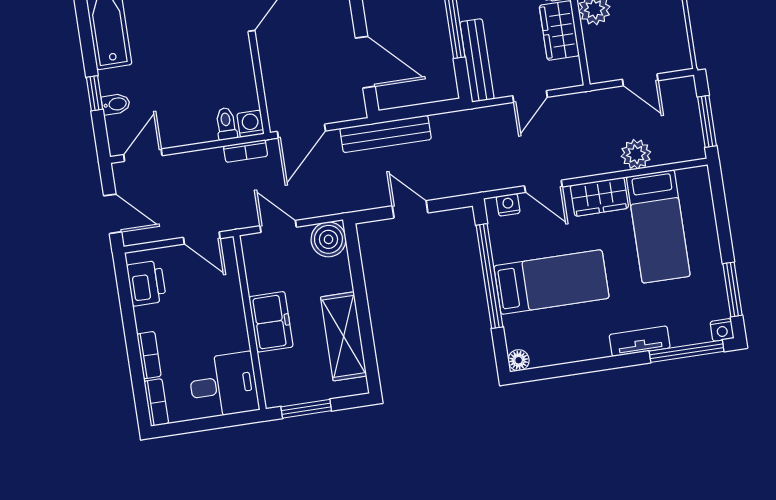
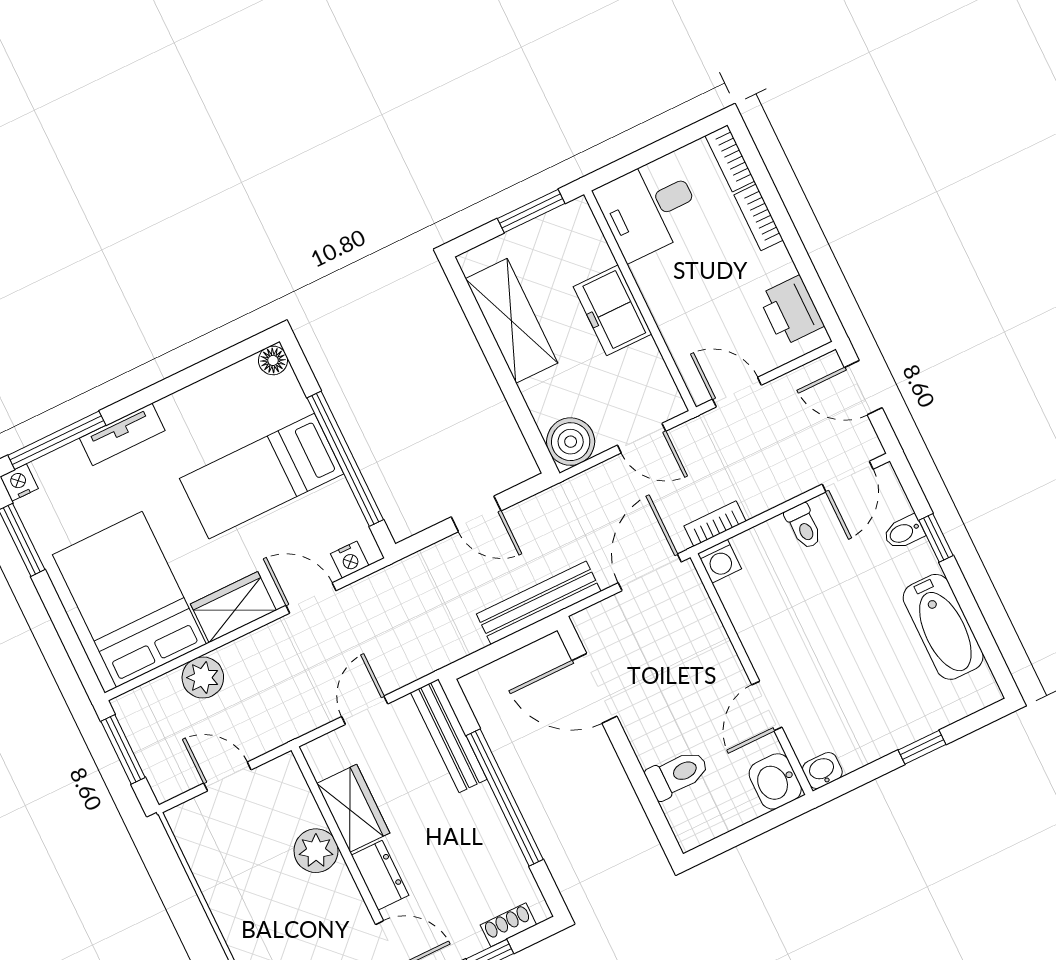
toilet: (226, 124) -> (804, 526), moved
bed: (658, 226) -> (129, 599), width x1.50

